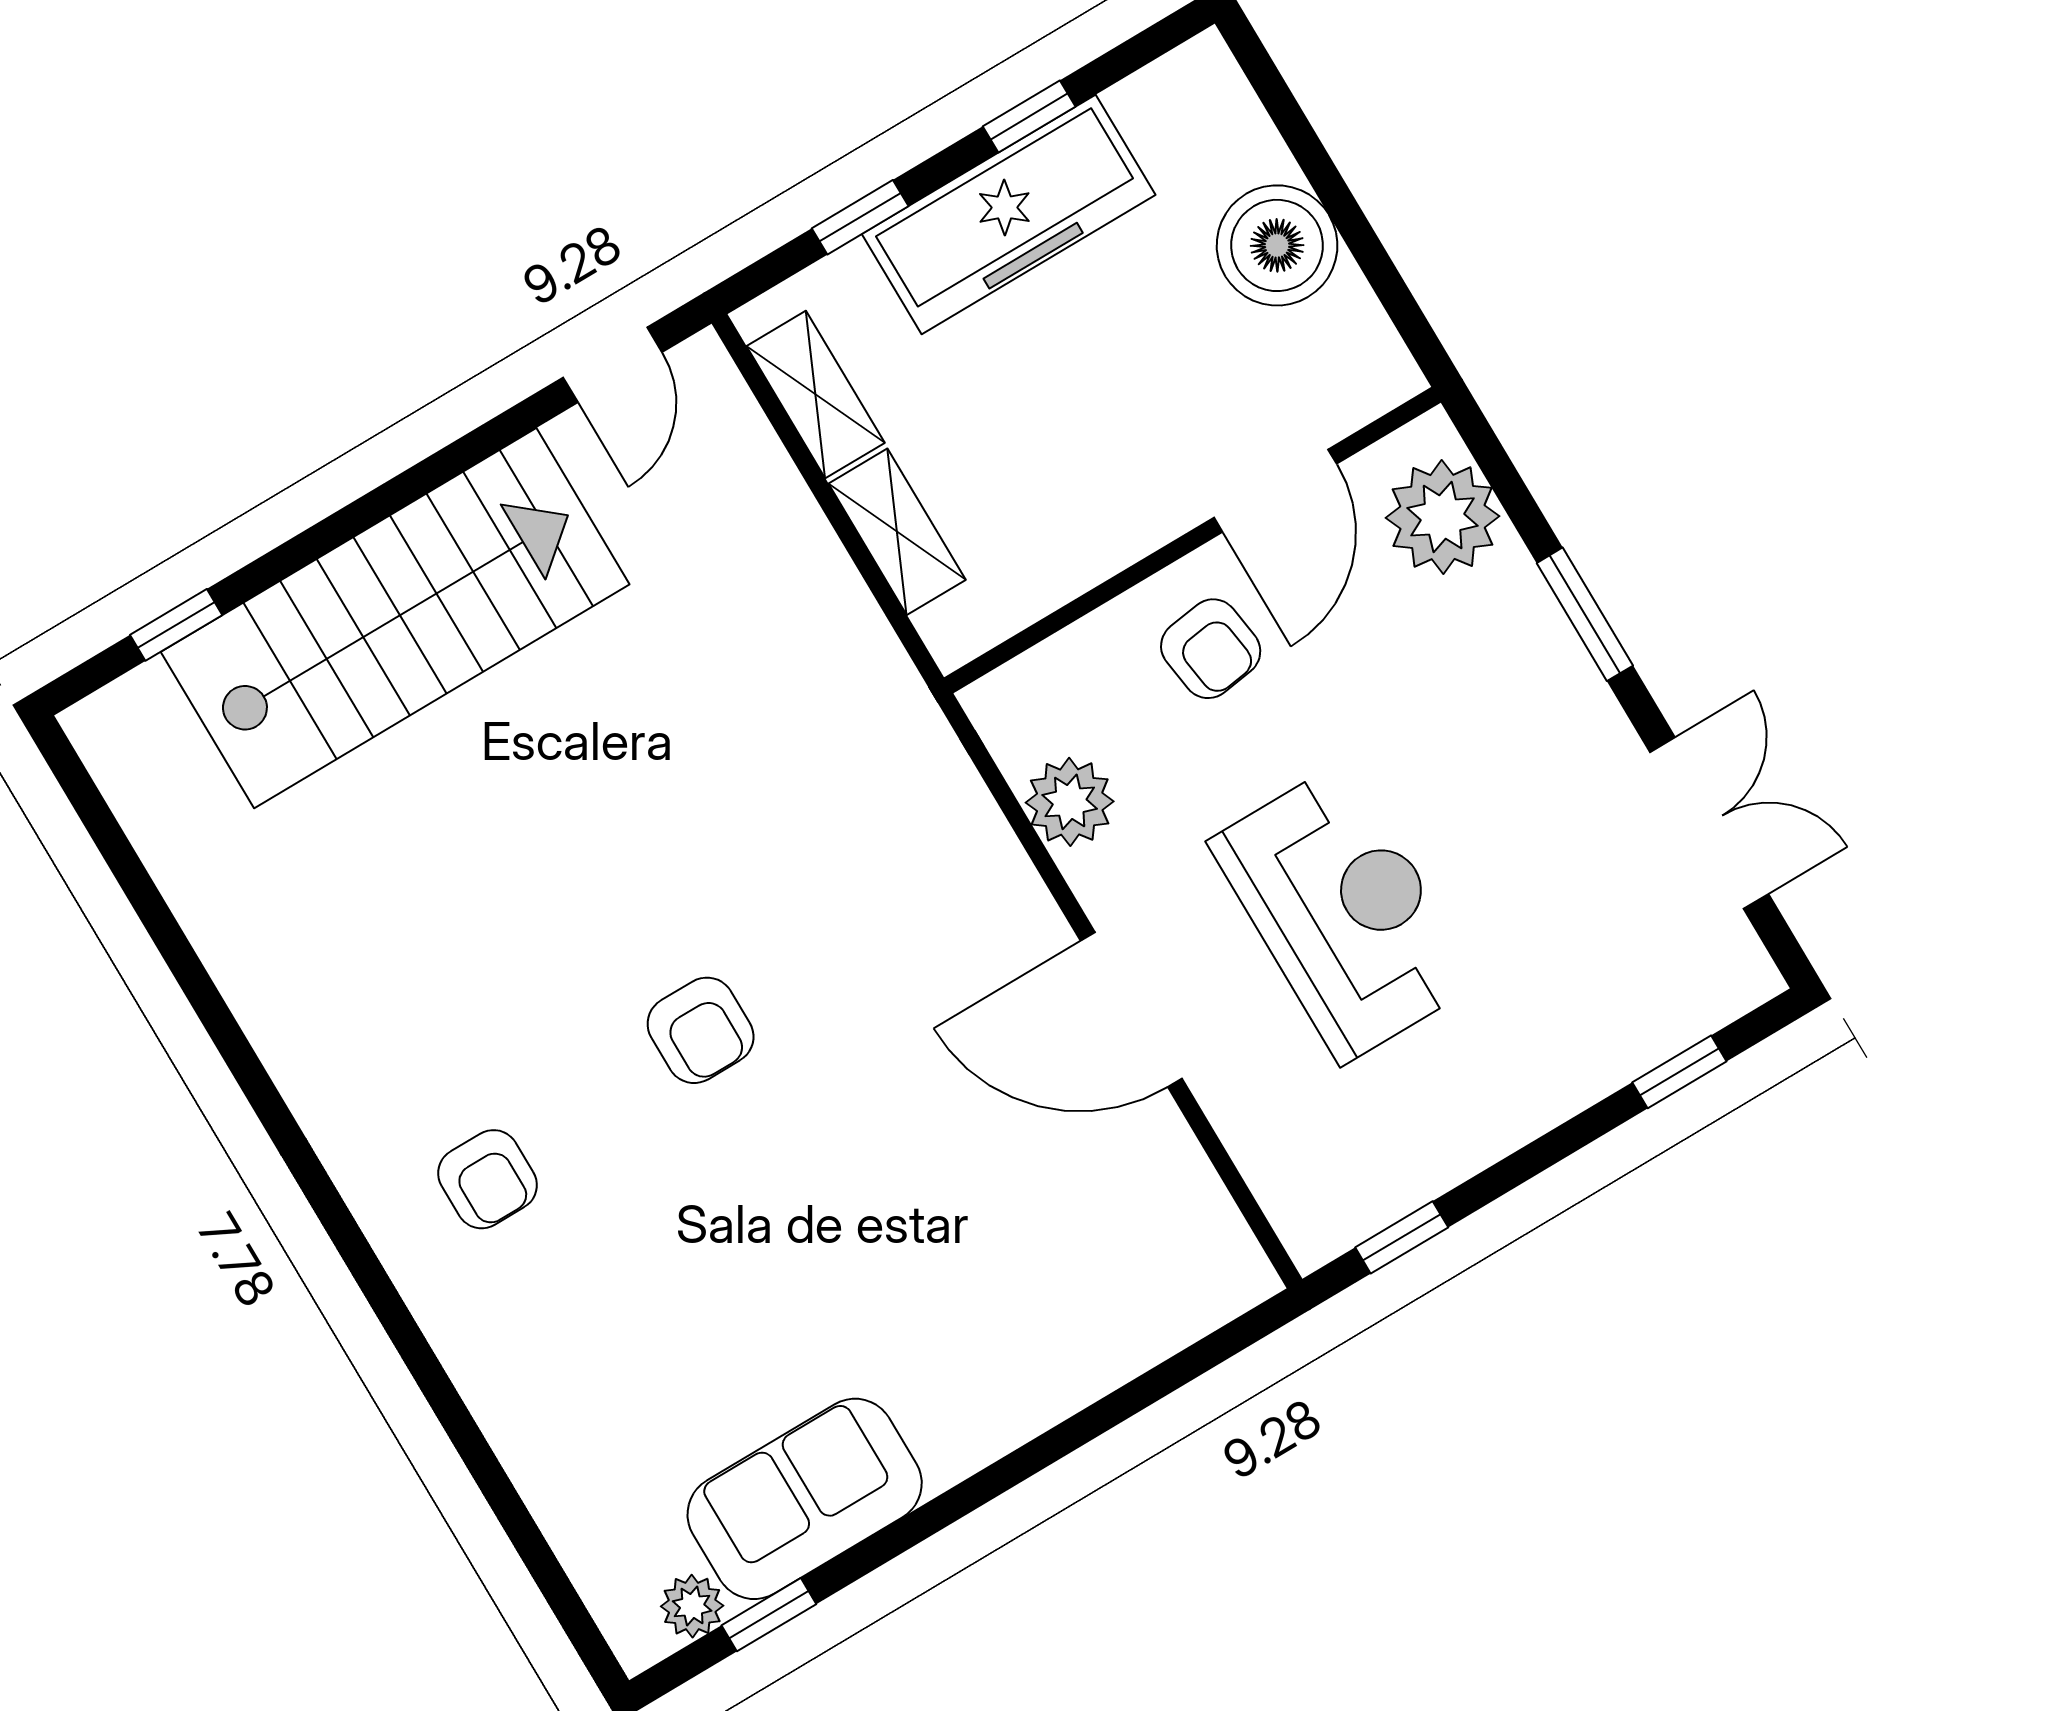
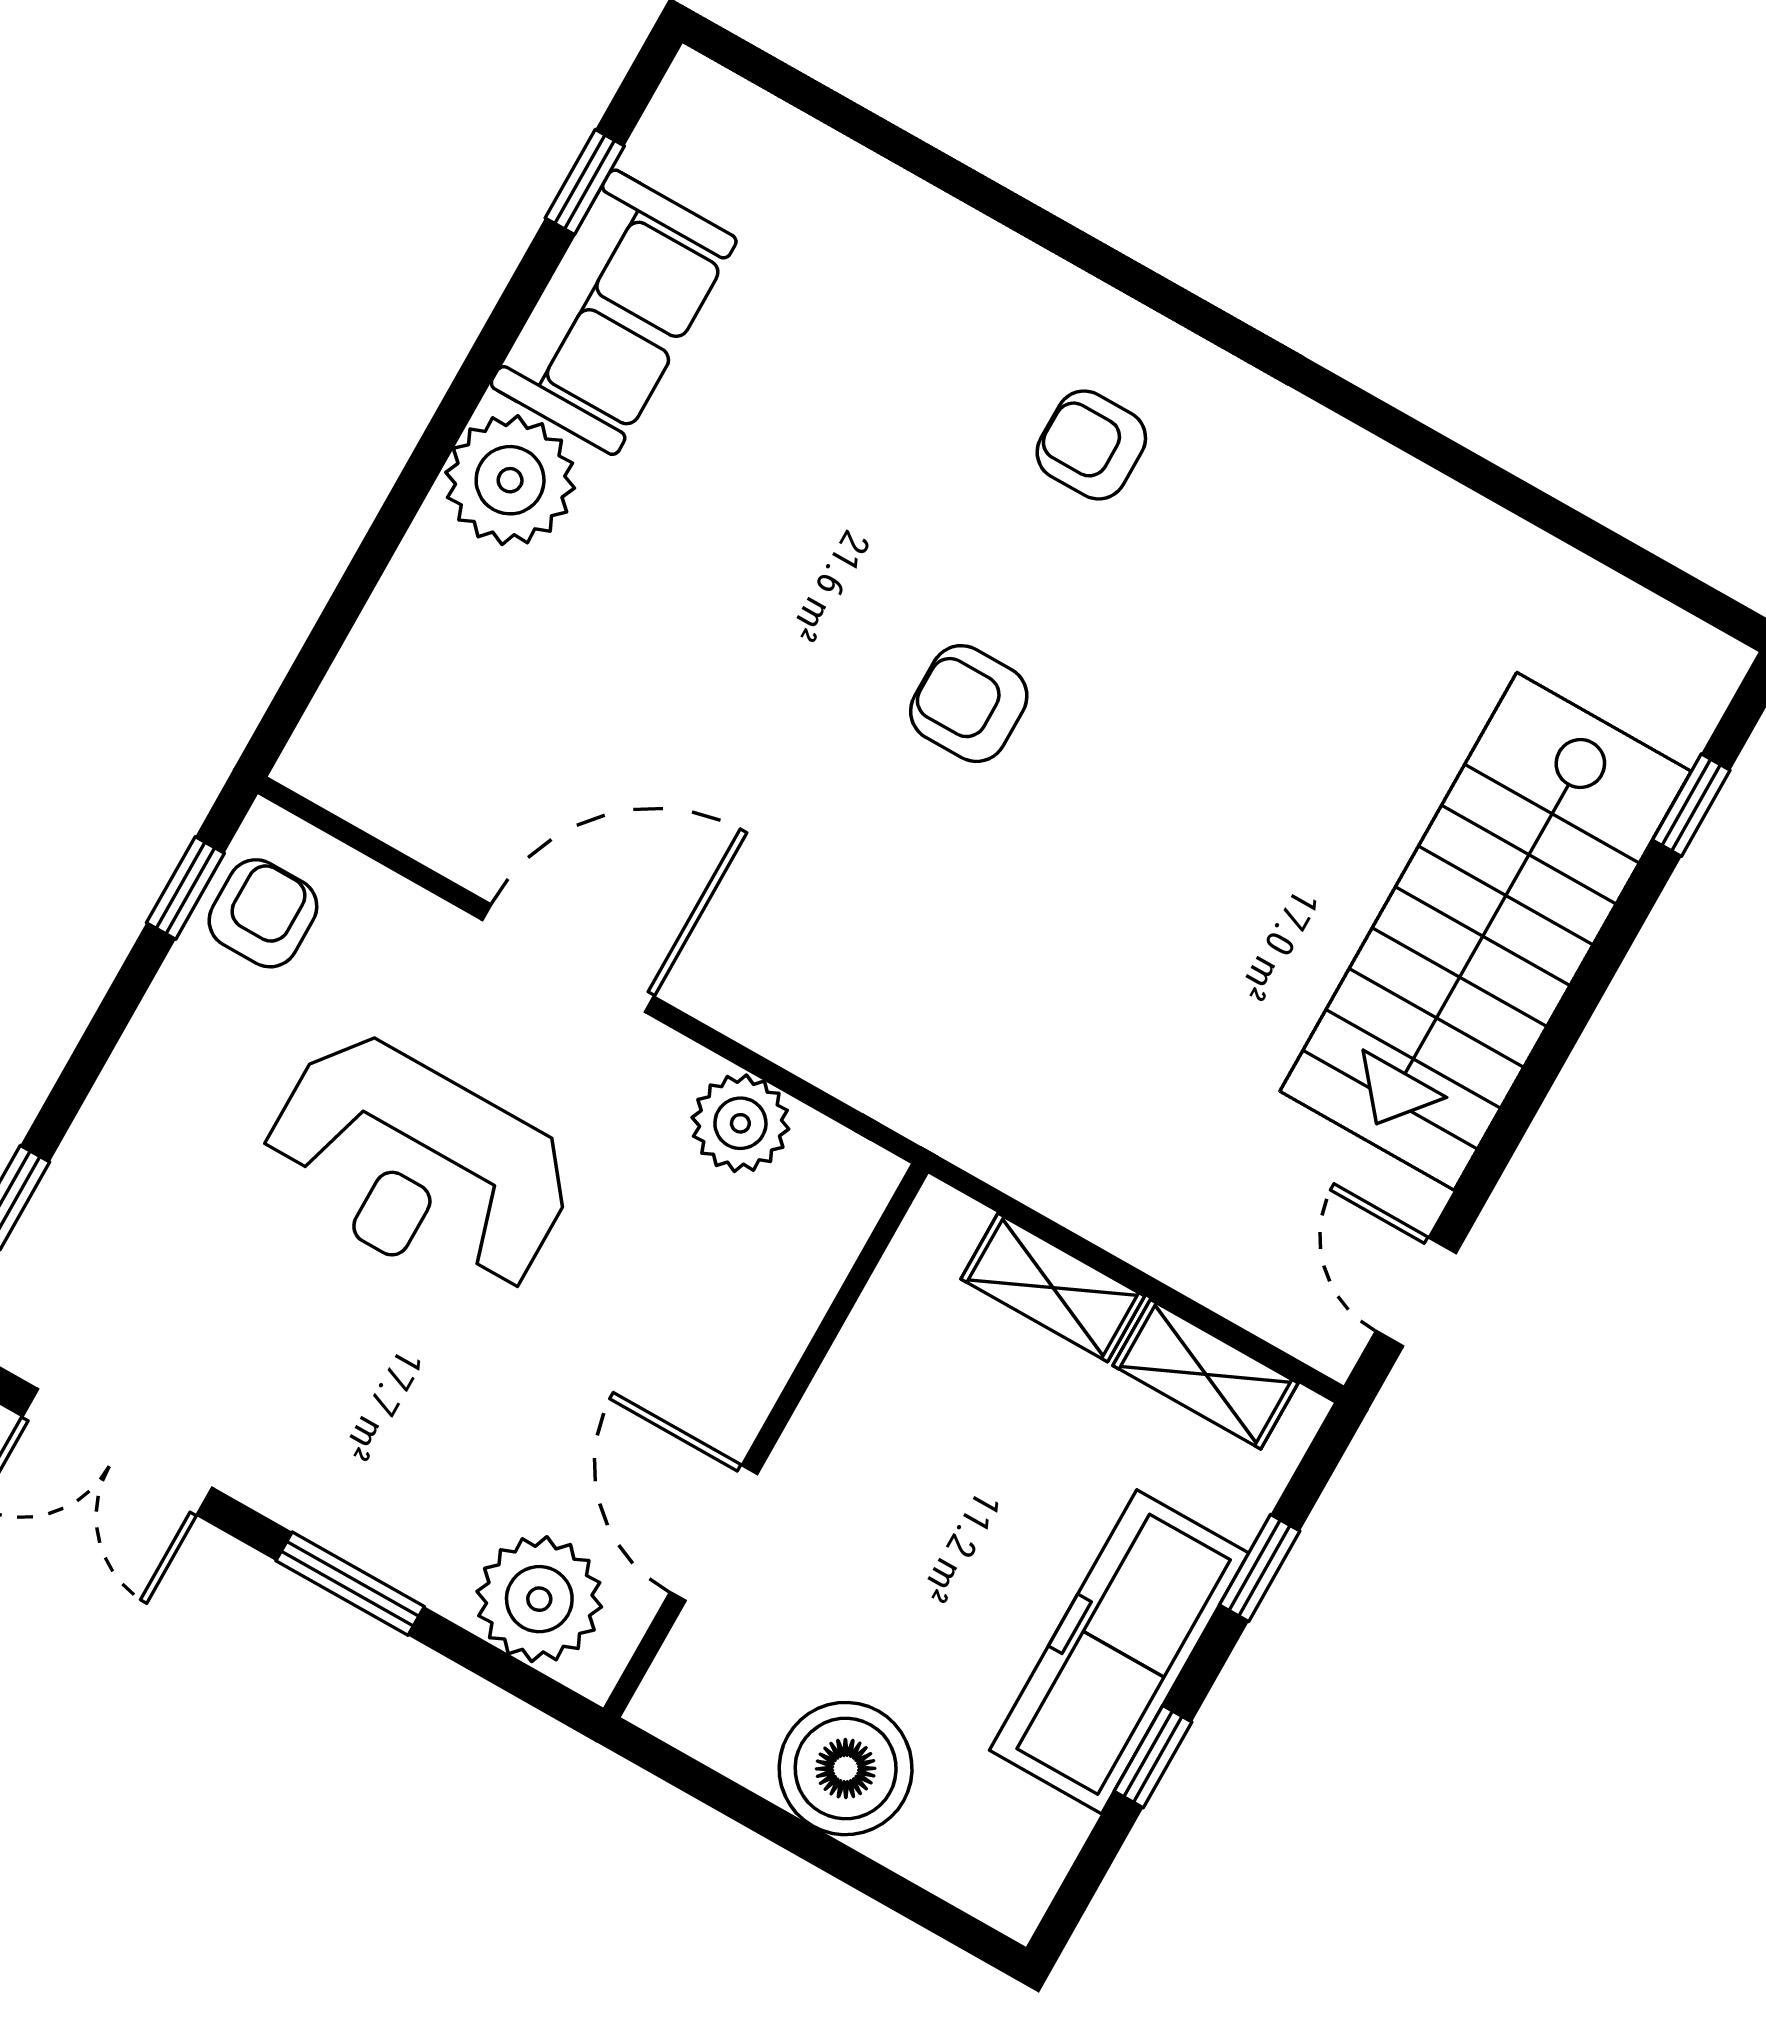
armchair: (1211, 649) -> (263, 913), moved, turned 98
plant: (692, 1606) -> (510, 480), moved, width x1.88, depth x1.88

